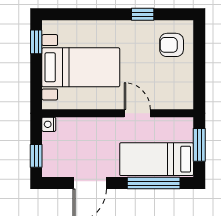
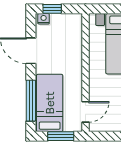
door: (137, 113) -> (85, 112), moved
nightstand: (49, 124) -> (44, 19), moved

